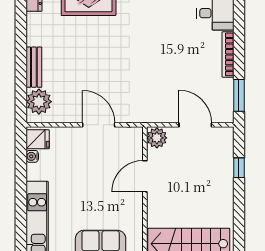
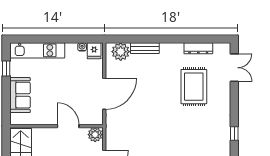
door: (99, 125) -> (104, 94), width x1.36

